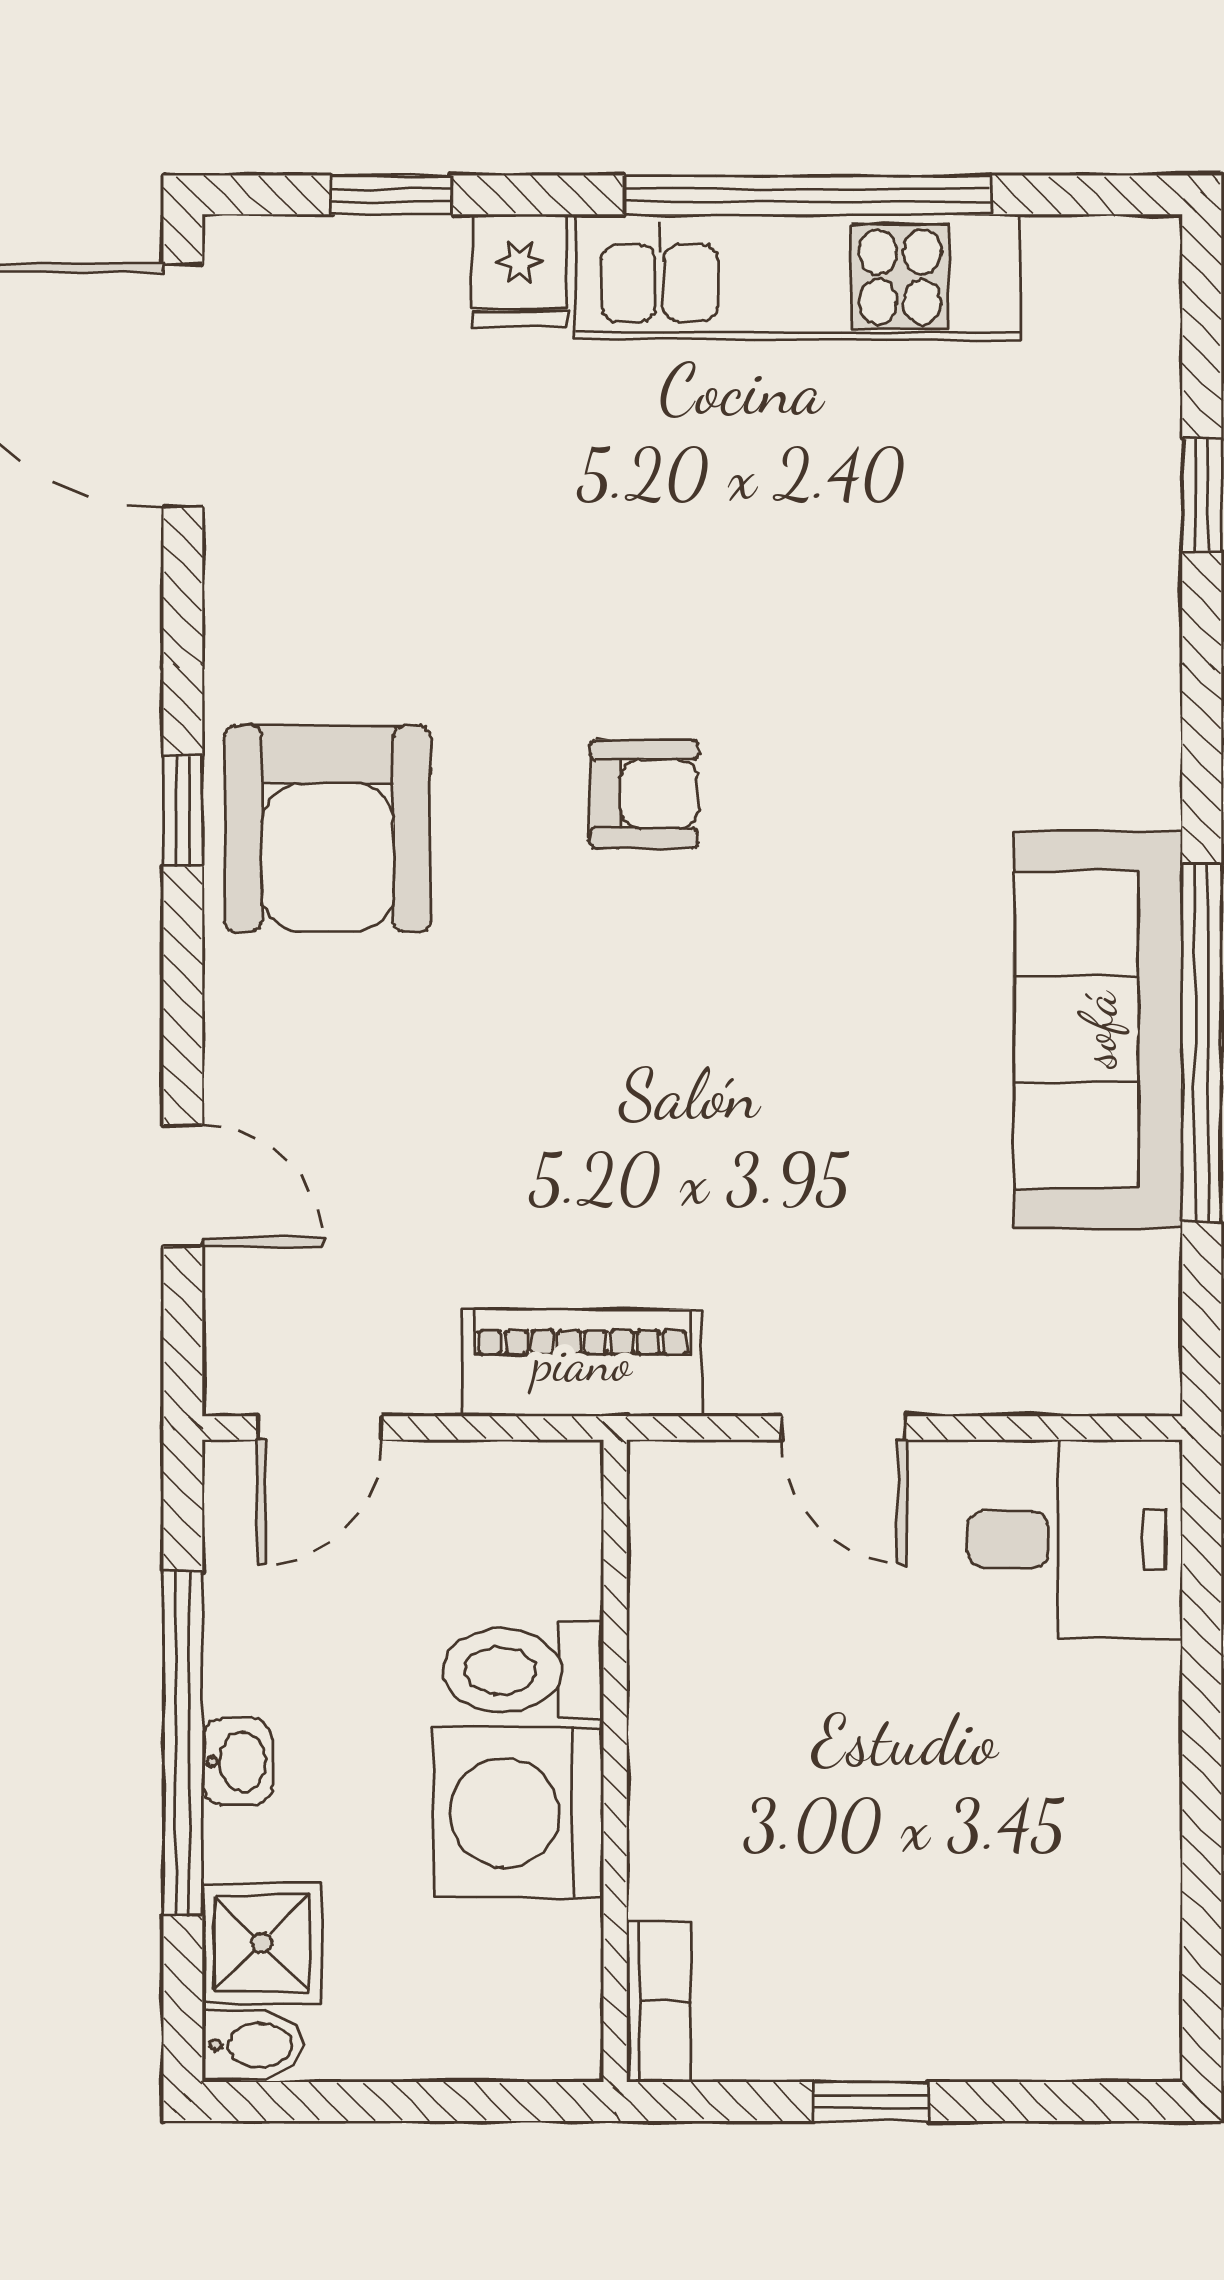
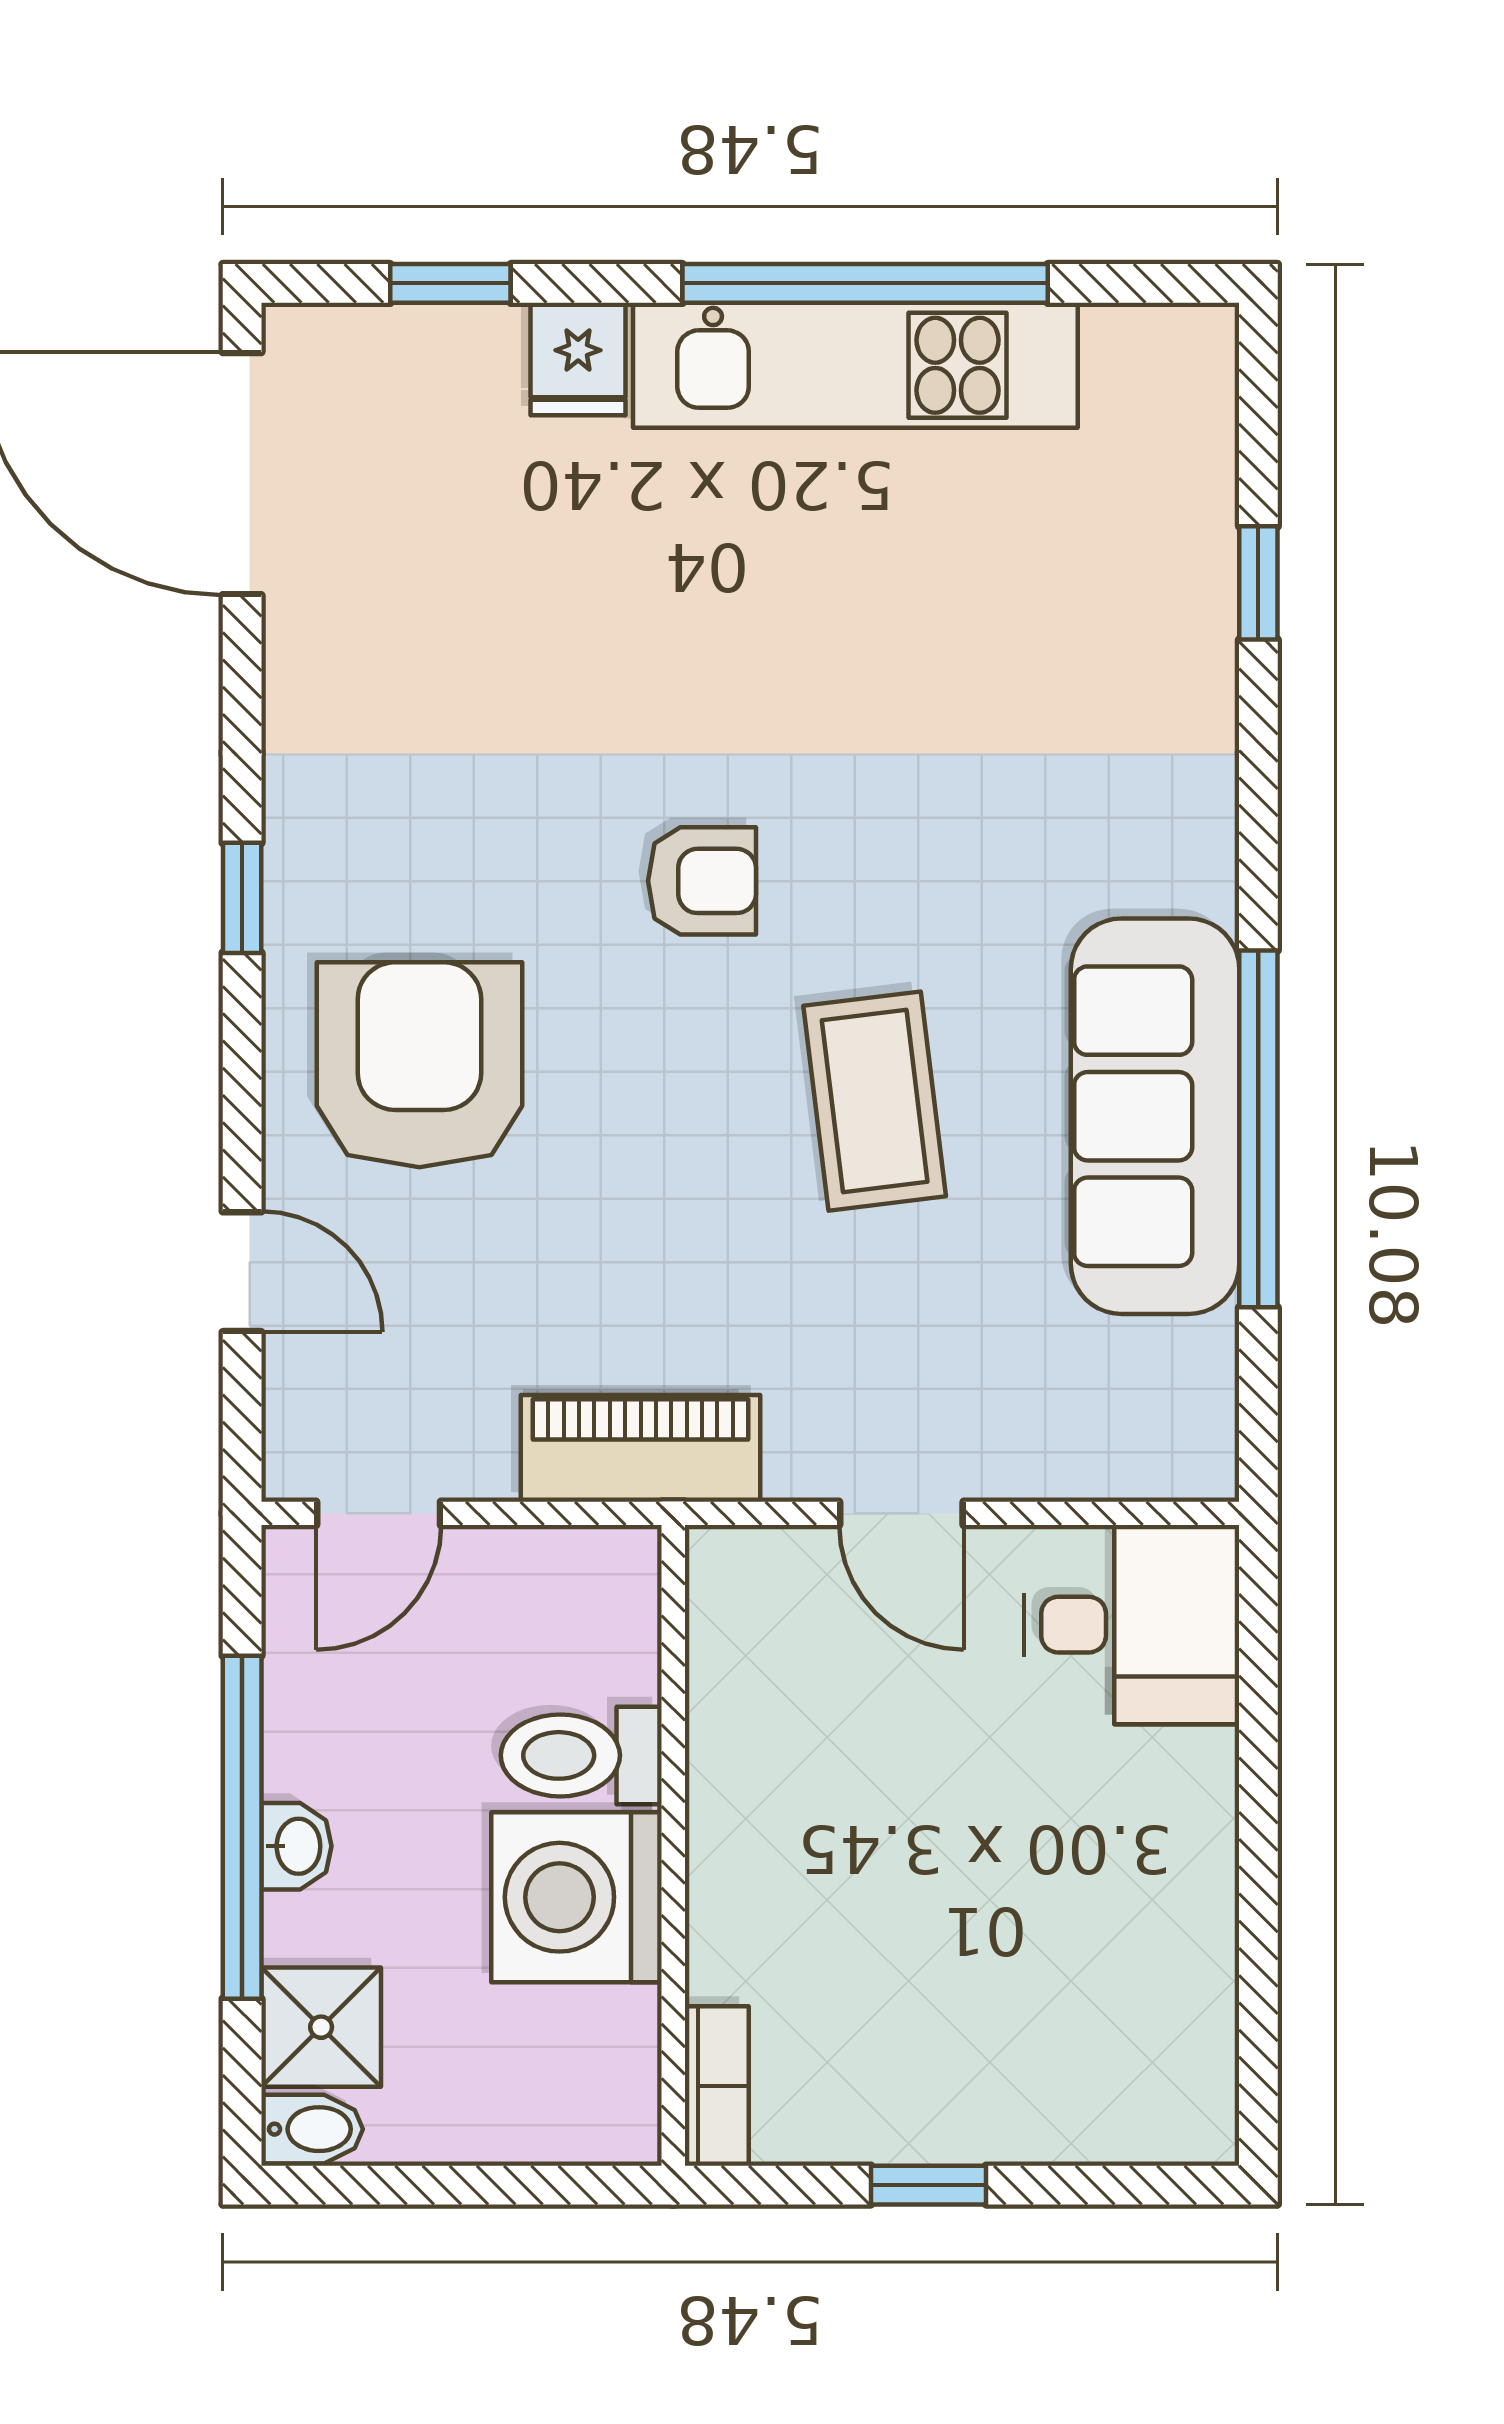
armchair: (328, 829) -> (419, 1065), moved, turned 180
coffee table: (817, 1015) -> (875, 1101), added

